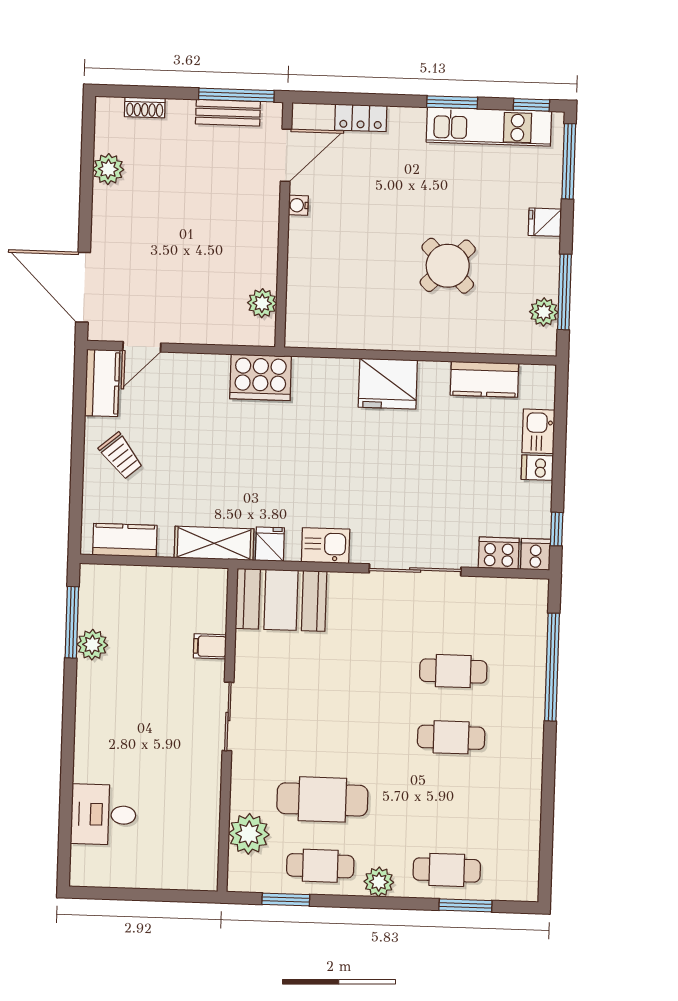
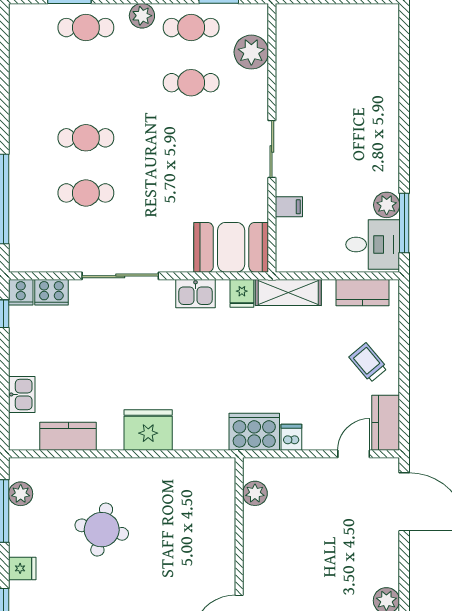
water cooler: (298, 205) -> (228, 576), removed
round table: (448, 266) -> (102, 530), turned -34
dishwasher: (537, 468) -> (291, 437), moved, turned -90
cafe table: (322, 799) -> (191, 83), width x0.73, depth x0.74
desk: (103, 815) -> (373, 245), moved

